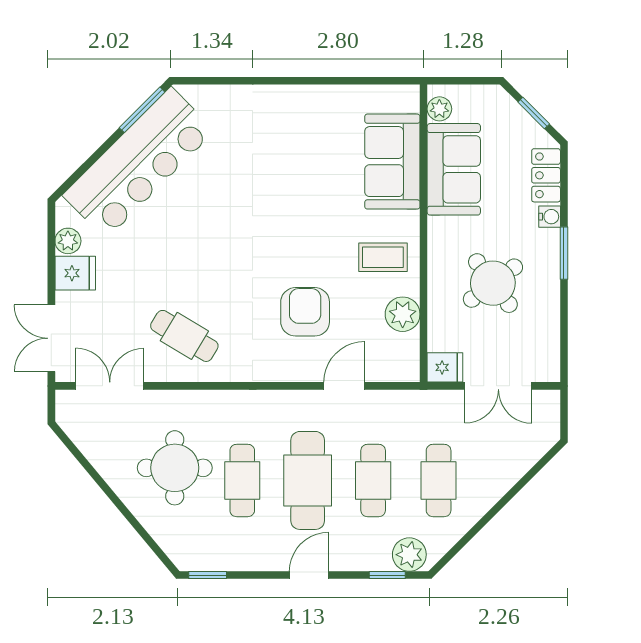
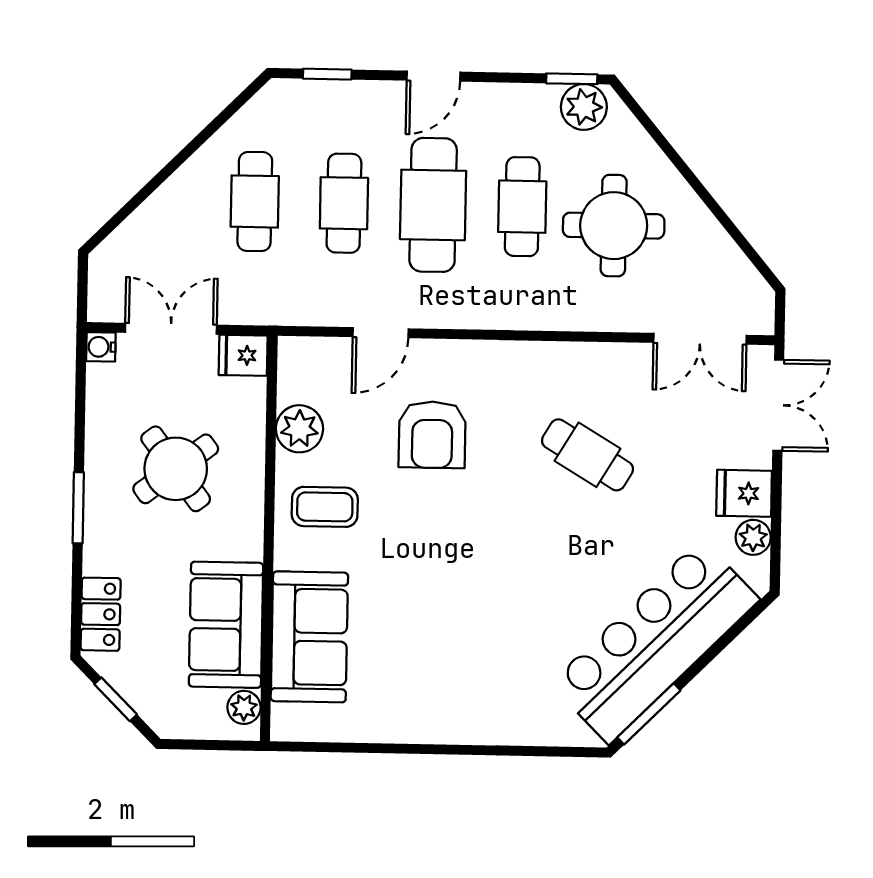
water cooler: (550, 217) -> (101, 347), moved
cafe table: (184, 336) -> (588, 455), moved
plant: (409, 555) -> (584, 107), moved

